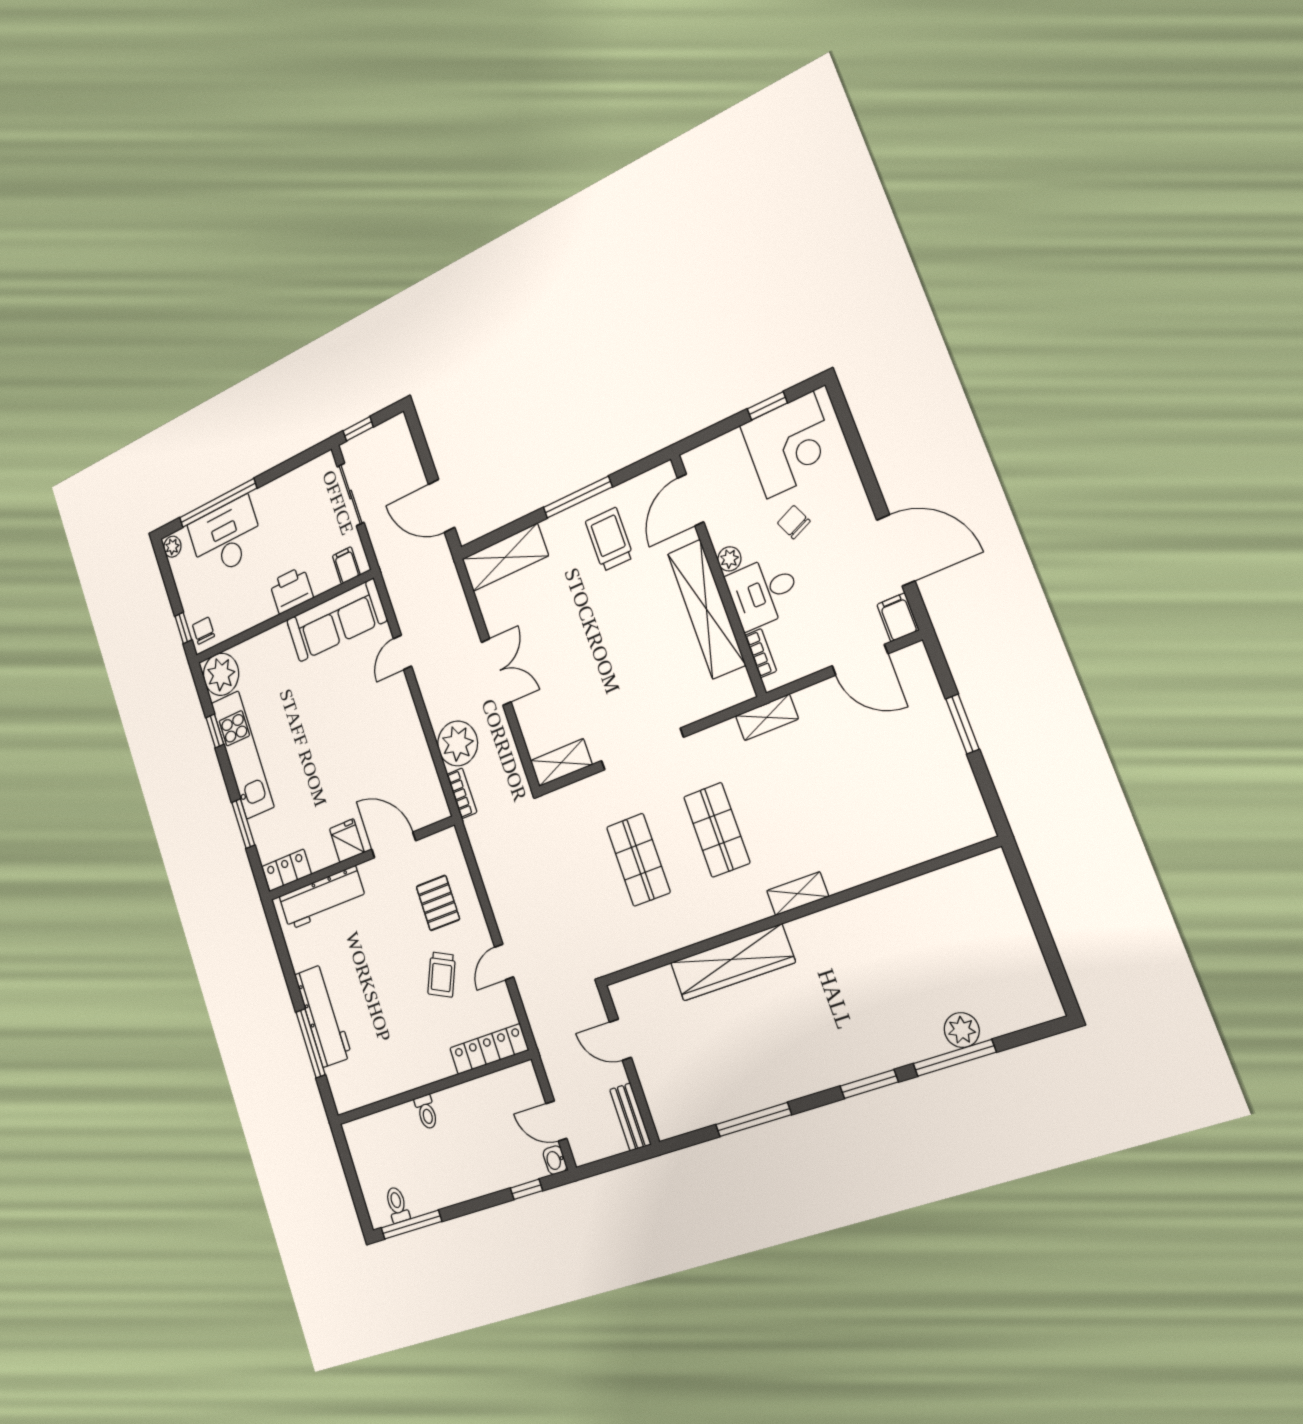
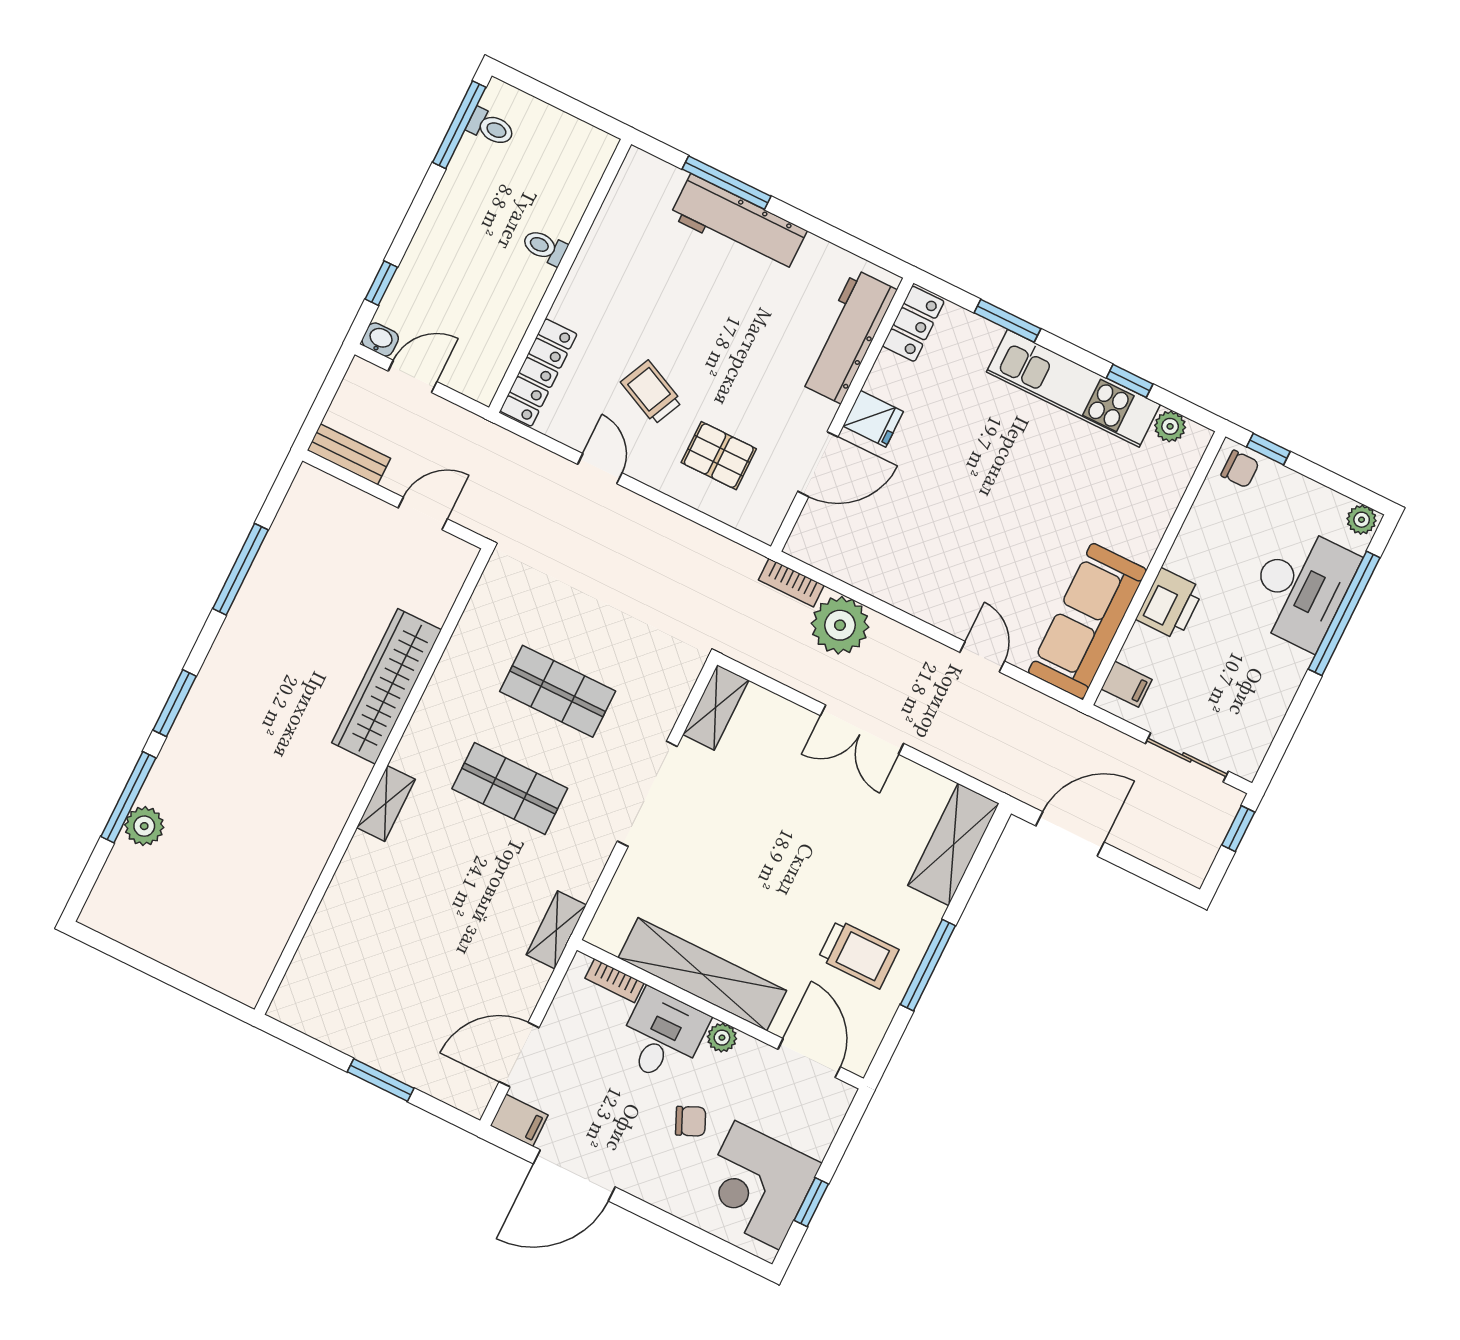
plant: (221, 674) -> (1170, 426), width x0.53, depth x0.53

